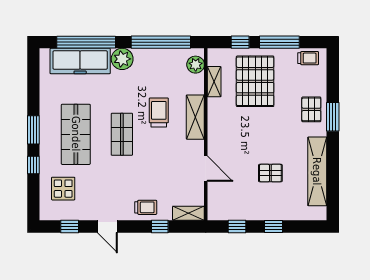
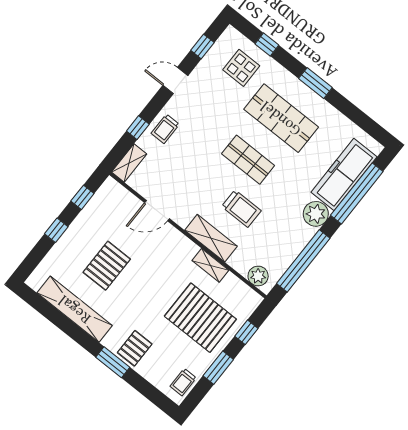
window: (279, 42) -> (218, 368), width x0.69
shelving: (214, 82) -> (210, 265), moved
pallet: (311, 109) -> (135, 348), turned 90
window: (33, 165) -> (267, 44), moved
pallet: (270, 173) -> (107, 266), width x1.50, depth x1.42

